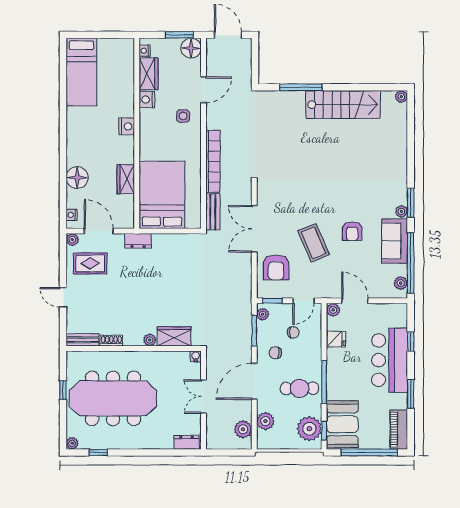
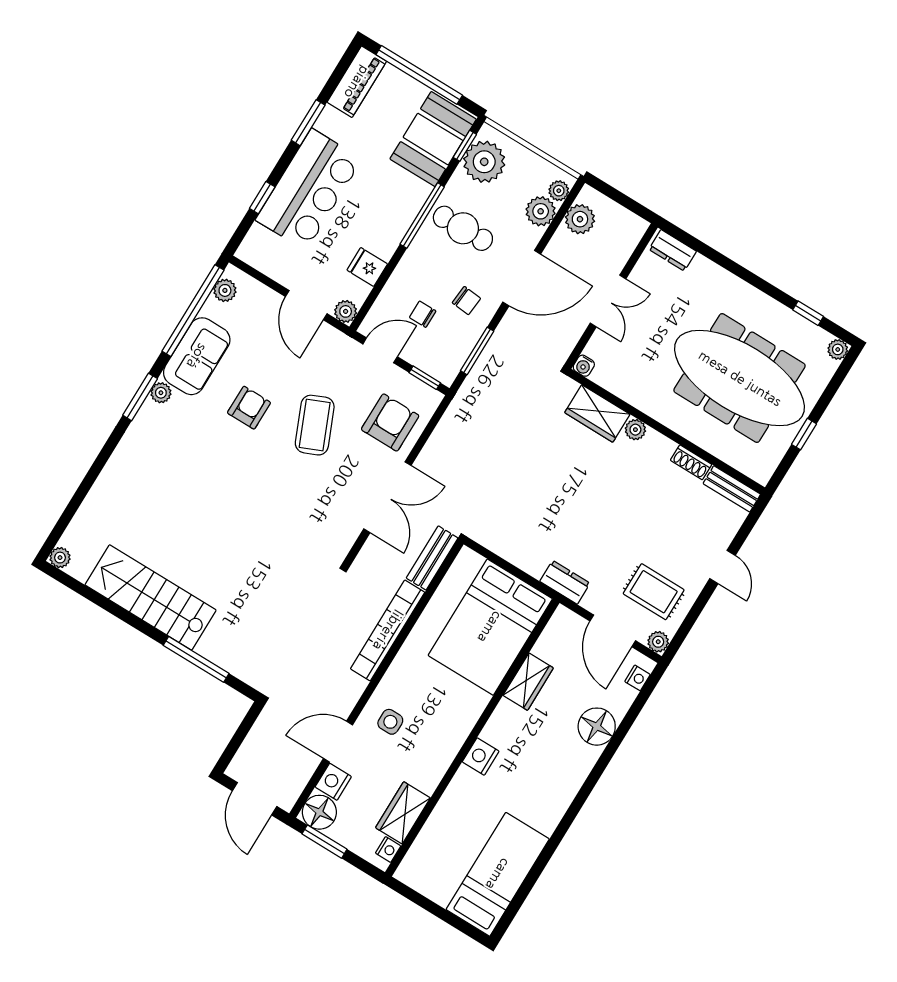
nightstand: (147, 99) -> (333, 782), moved, turned 180
plant: (263, 314) -> (559, 191), moved

